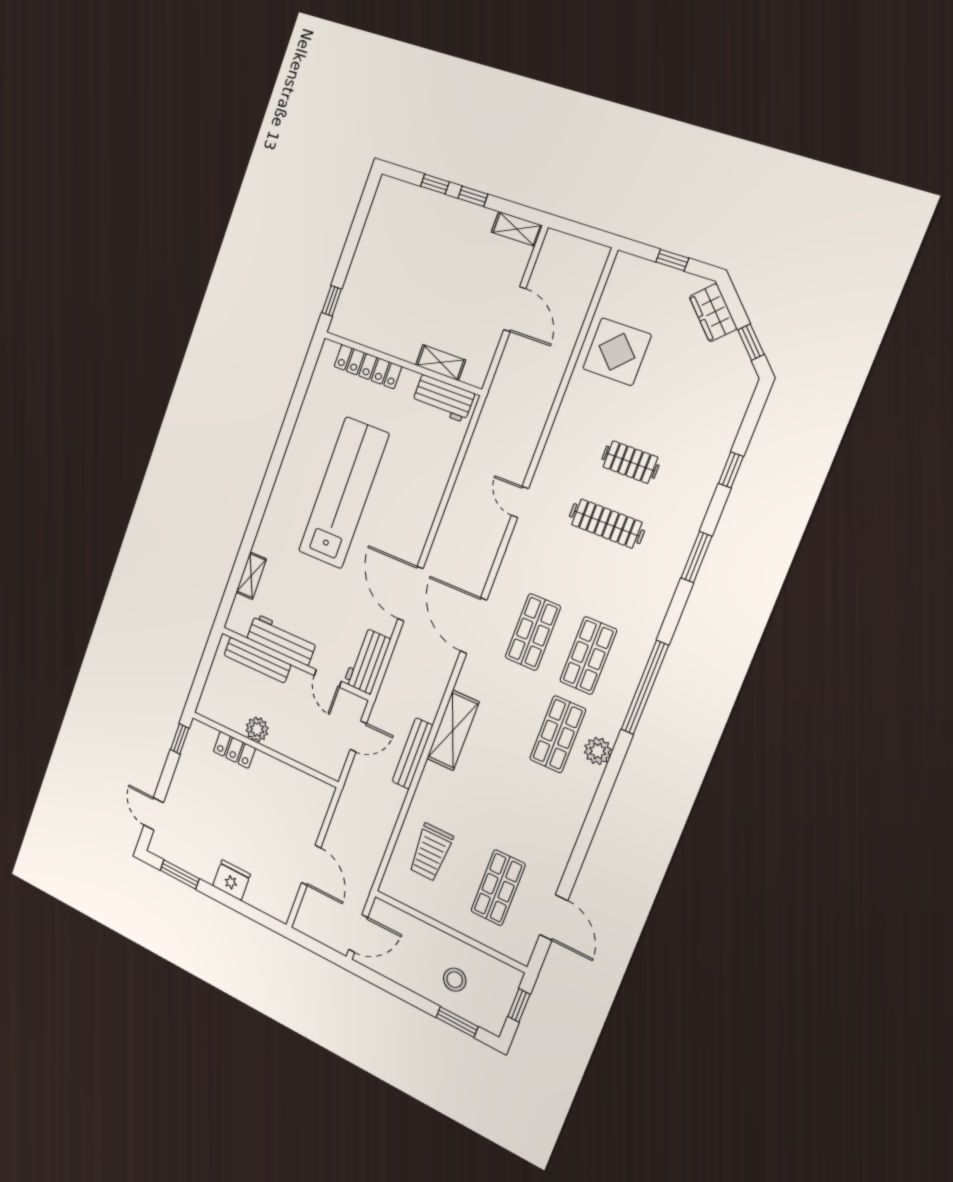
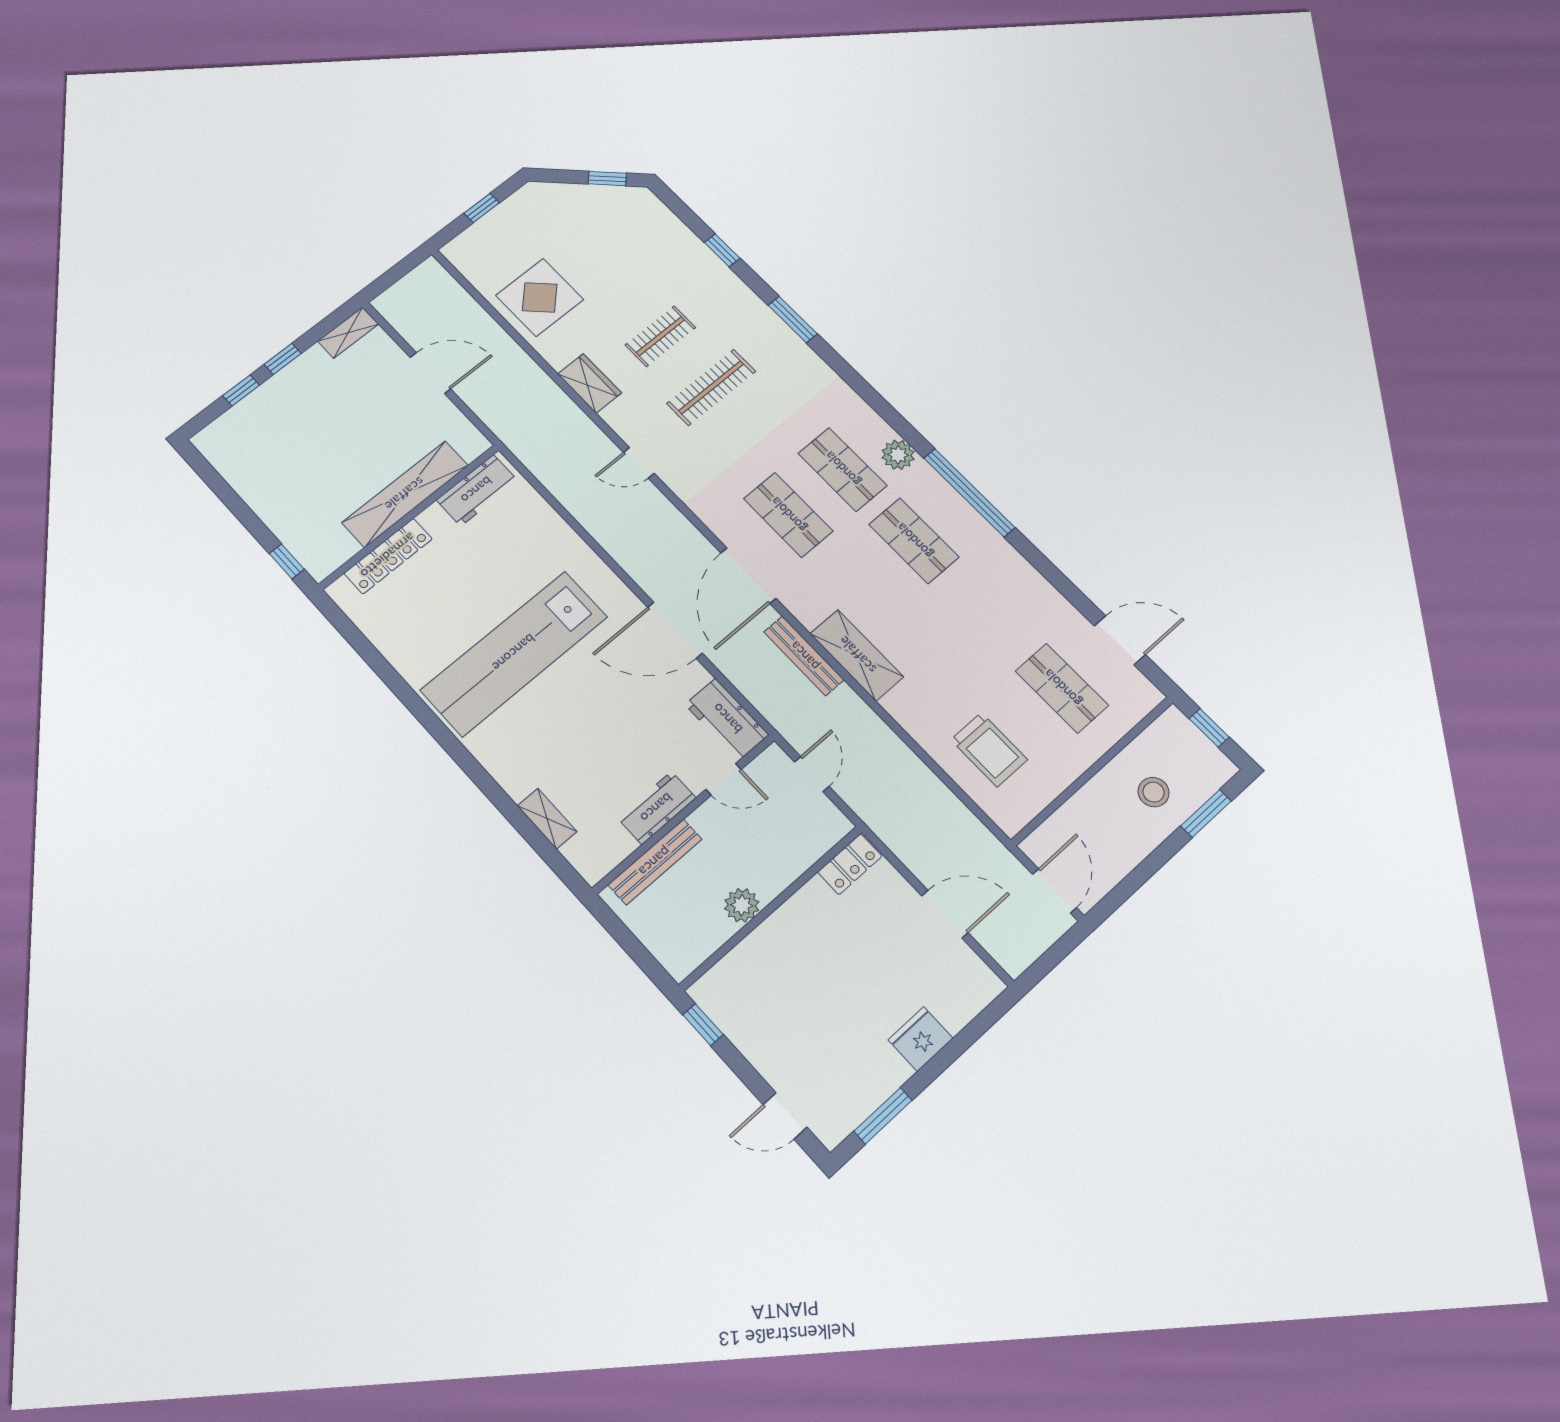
wardrobe: (713, 313) -> (590, 383), moved, turned -135
shelving: (441, 363) -> (405, 494), width x2.20, depth x1.33
lab bench: (344, 493) -> (514, 653), turned -90
door: (474, 626) -> (748, 576), hinge flipped
workbench: (282, 640) -> (657, 808), width x0.73
window: (645, 687) -> (969, 493), moved
locker: (234, 750) -> (850, 864), moved
plant: (598, 751) -> (898, 455), moved
bench: (413, 754) -> (804, 656), moved

